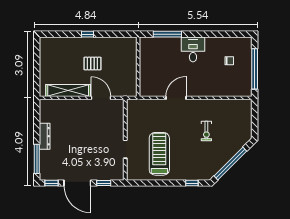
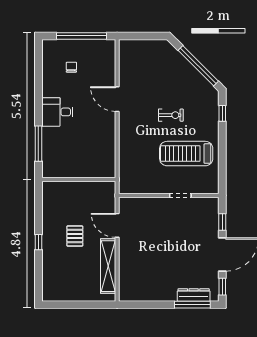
door: (101, 98) -> (117, 225), hinge flipped
door: (176, 98) -> (117, 99), moved
exercise bike: (206, 131) -> (171, 115), moved
dresser: (45, 136) -> (194, 295), moved

